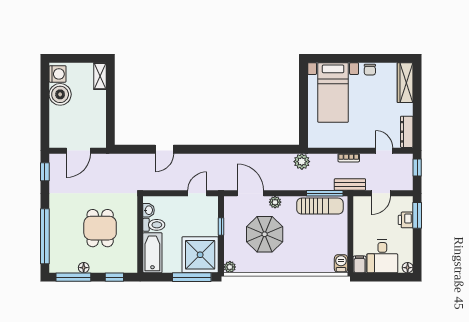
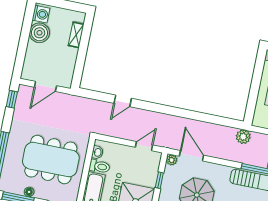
shelving: (100, 76) -> (76, 35), moved
plant: (275, 202) -> (172, 160), moved
dining table: (100, 228) -> (51, 160), width x1.88, depth x1.24

